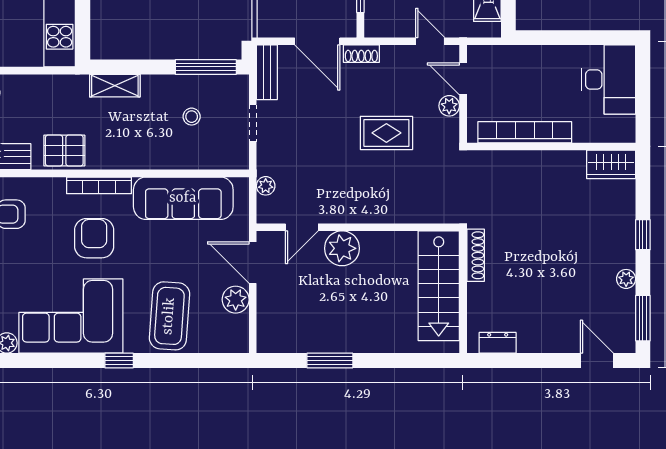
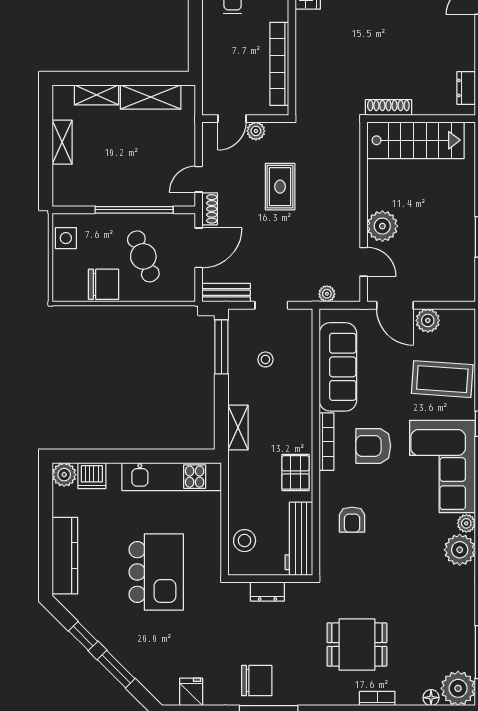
door: (430, 41) -> (199, 179), moved
door: (253, 263) -> (395, 305), hinge flipped

